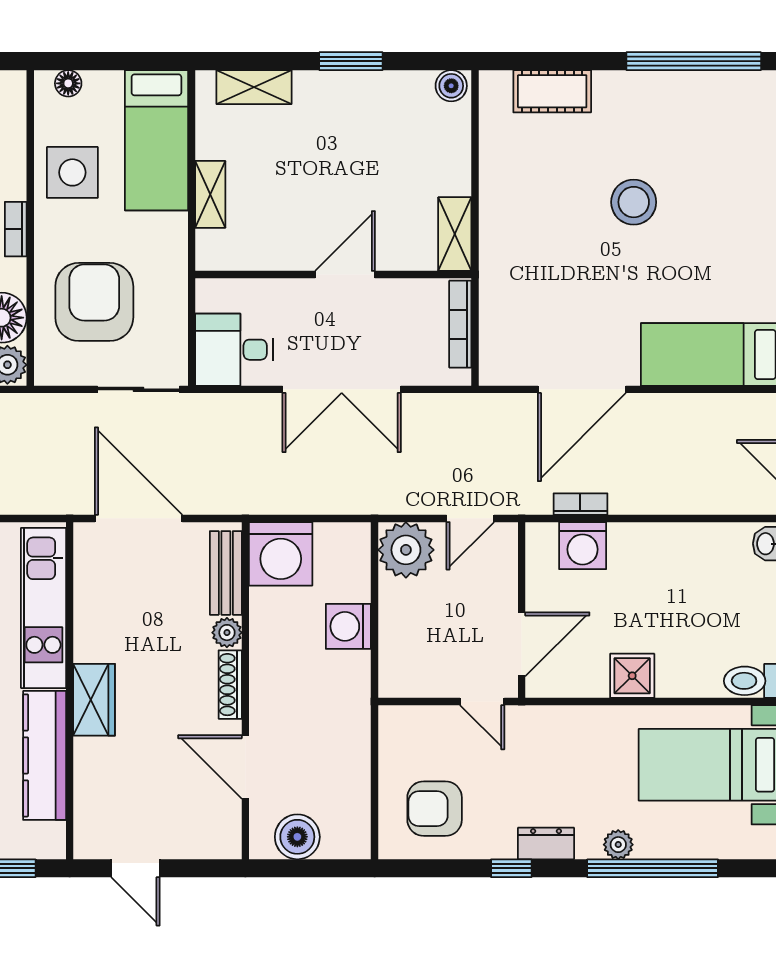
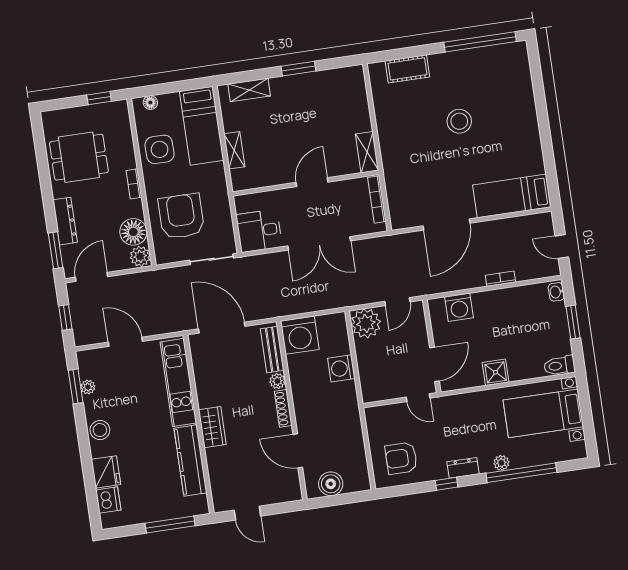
boiler: (451, 86) -> (353, 74), removed
bookcase: (580, 504) -> (500, 279), moved

